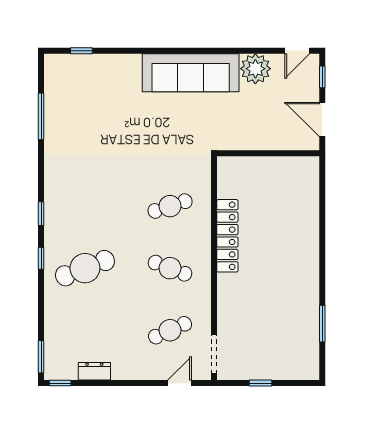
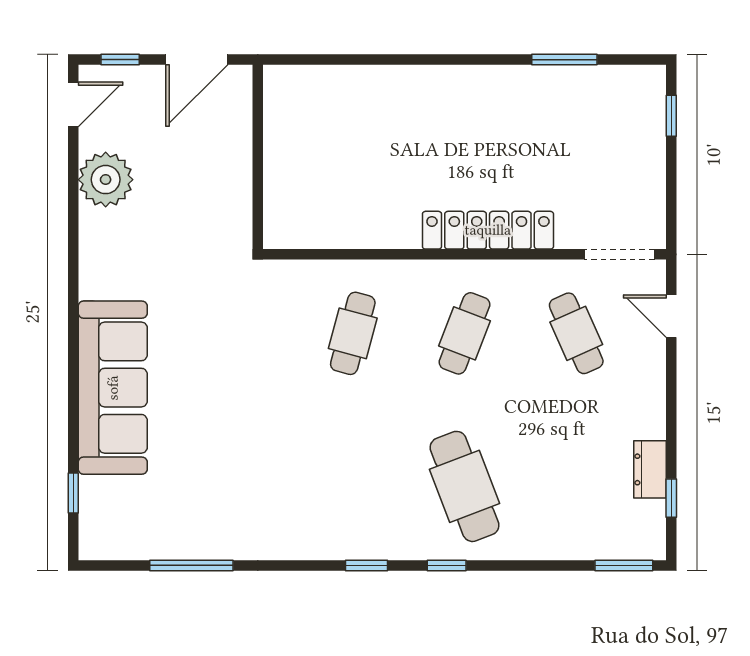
door: (297, 51) -> (73, 104), hinge flipped
sofa: (191, 73) -> (113, 388), moved
cafe table: (170, 206) -> (353, 333), turned 33
locker: (227, 236) -> (488, 230), moved
window: (60, 383) -> (671, 498), moved
window: (260, 383) -> (671, 116), moved

